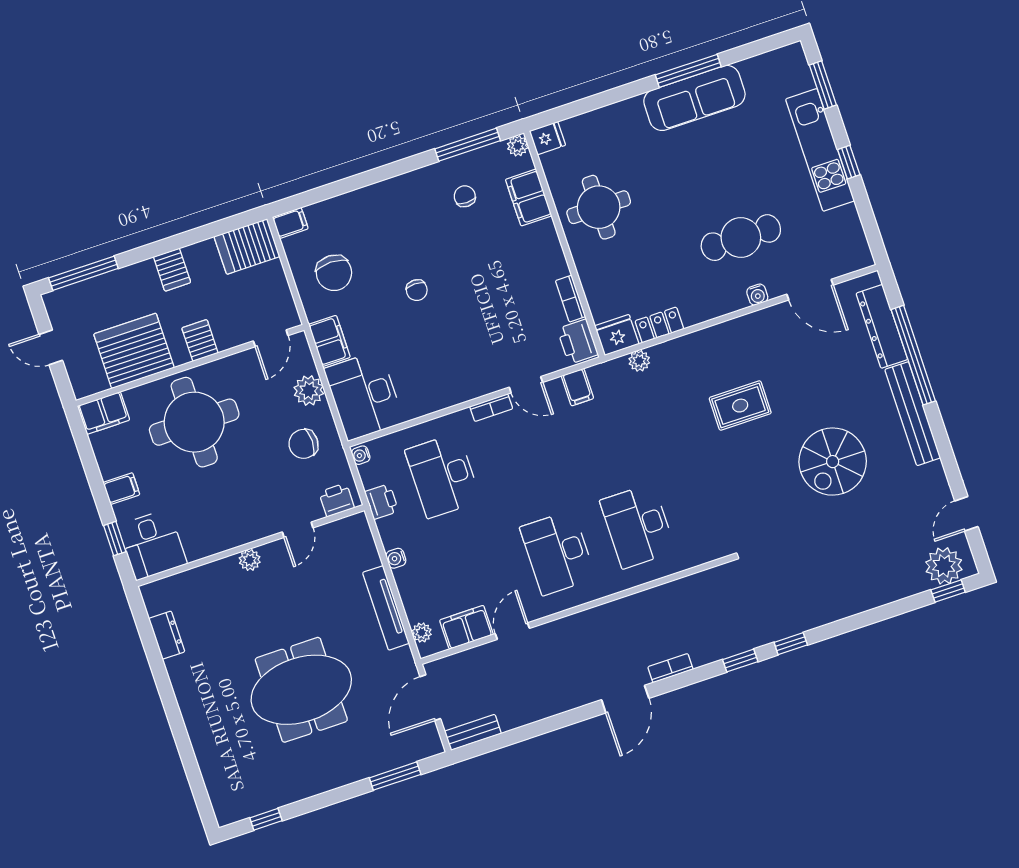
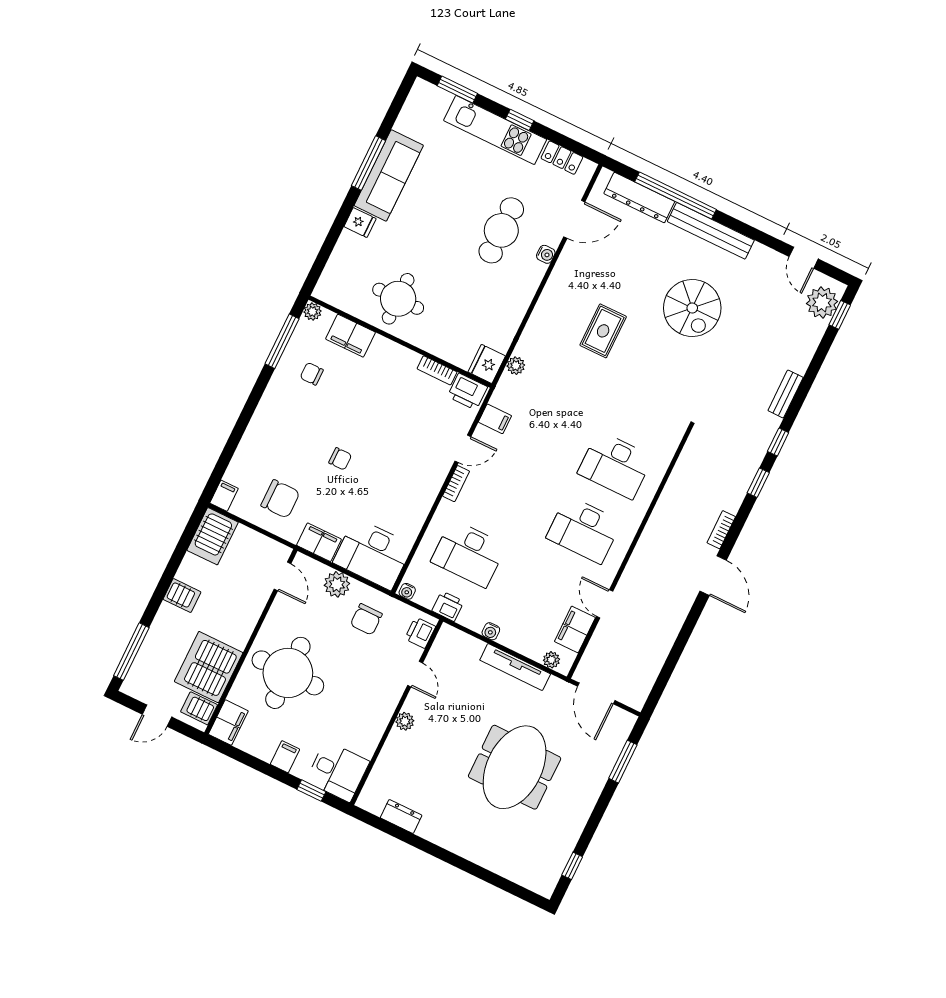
fridge: (547, 138) -> (360, 223), moved, turned 90
locker: (659, 325) -> (562, 158), moved, turned -90
server rack: (200, 340) -> (199, 708), moved
bench: (473, 732) -> (786, 394), moved

